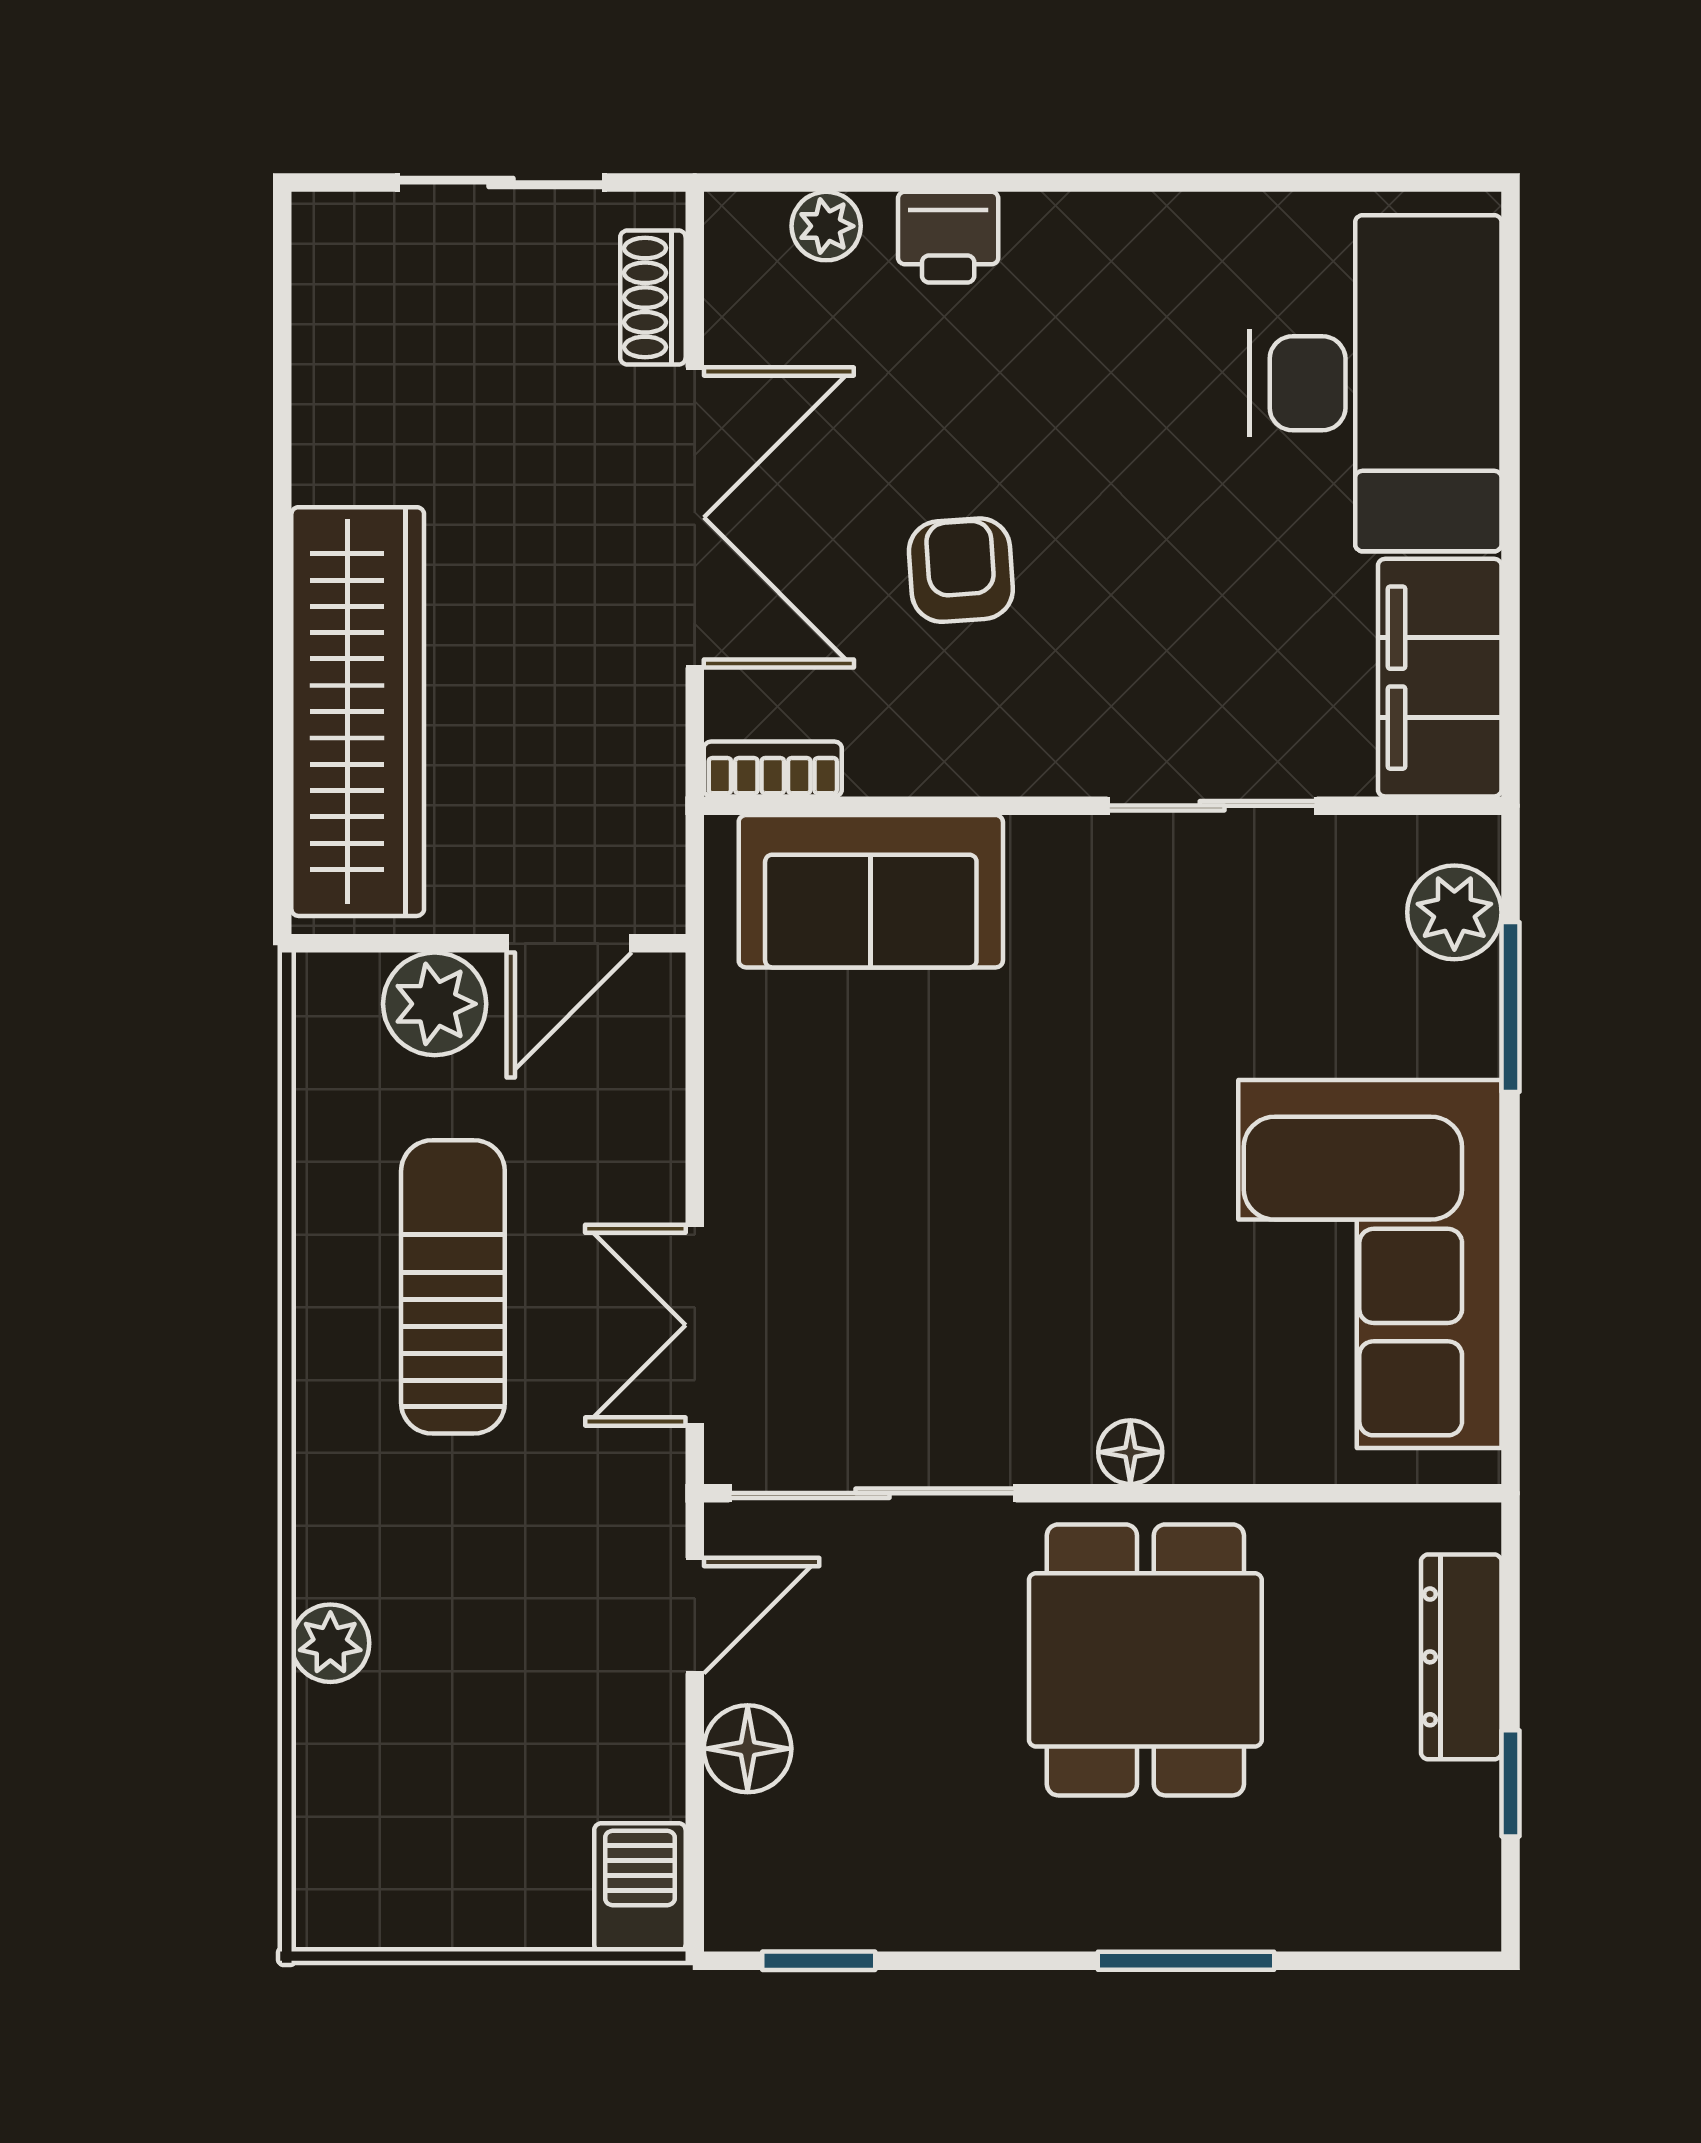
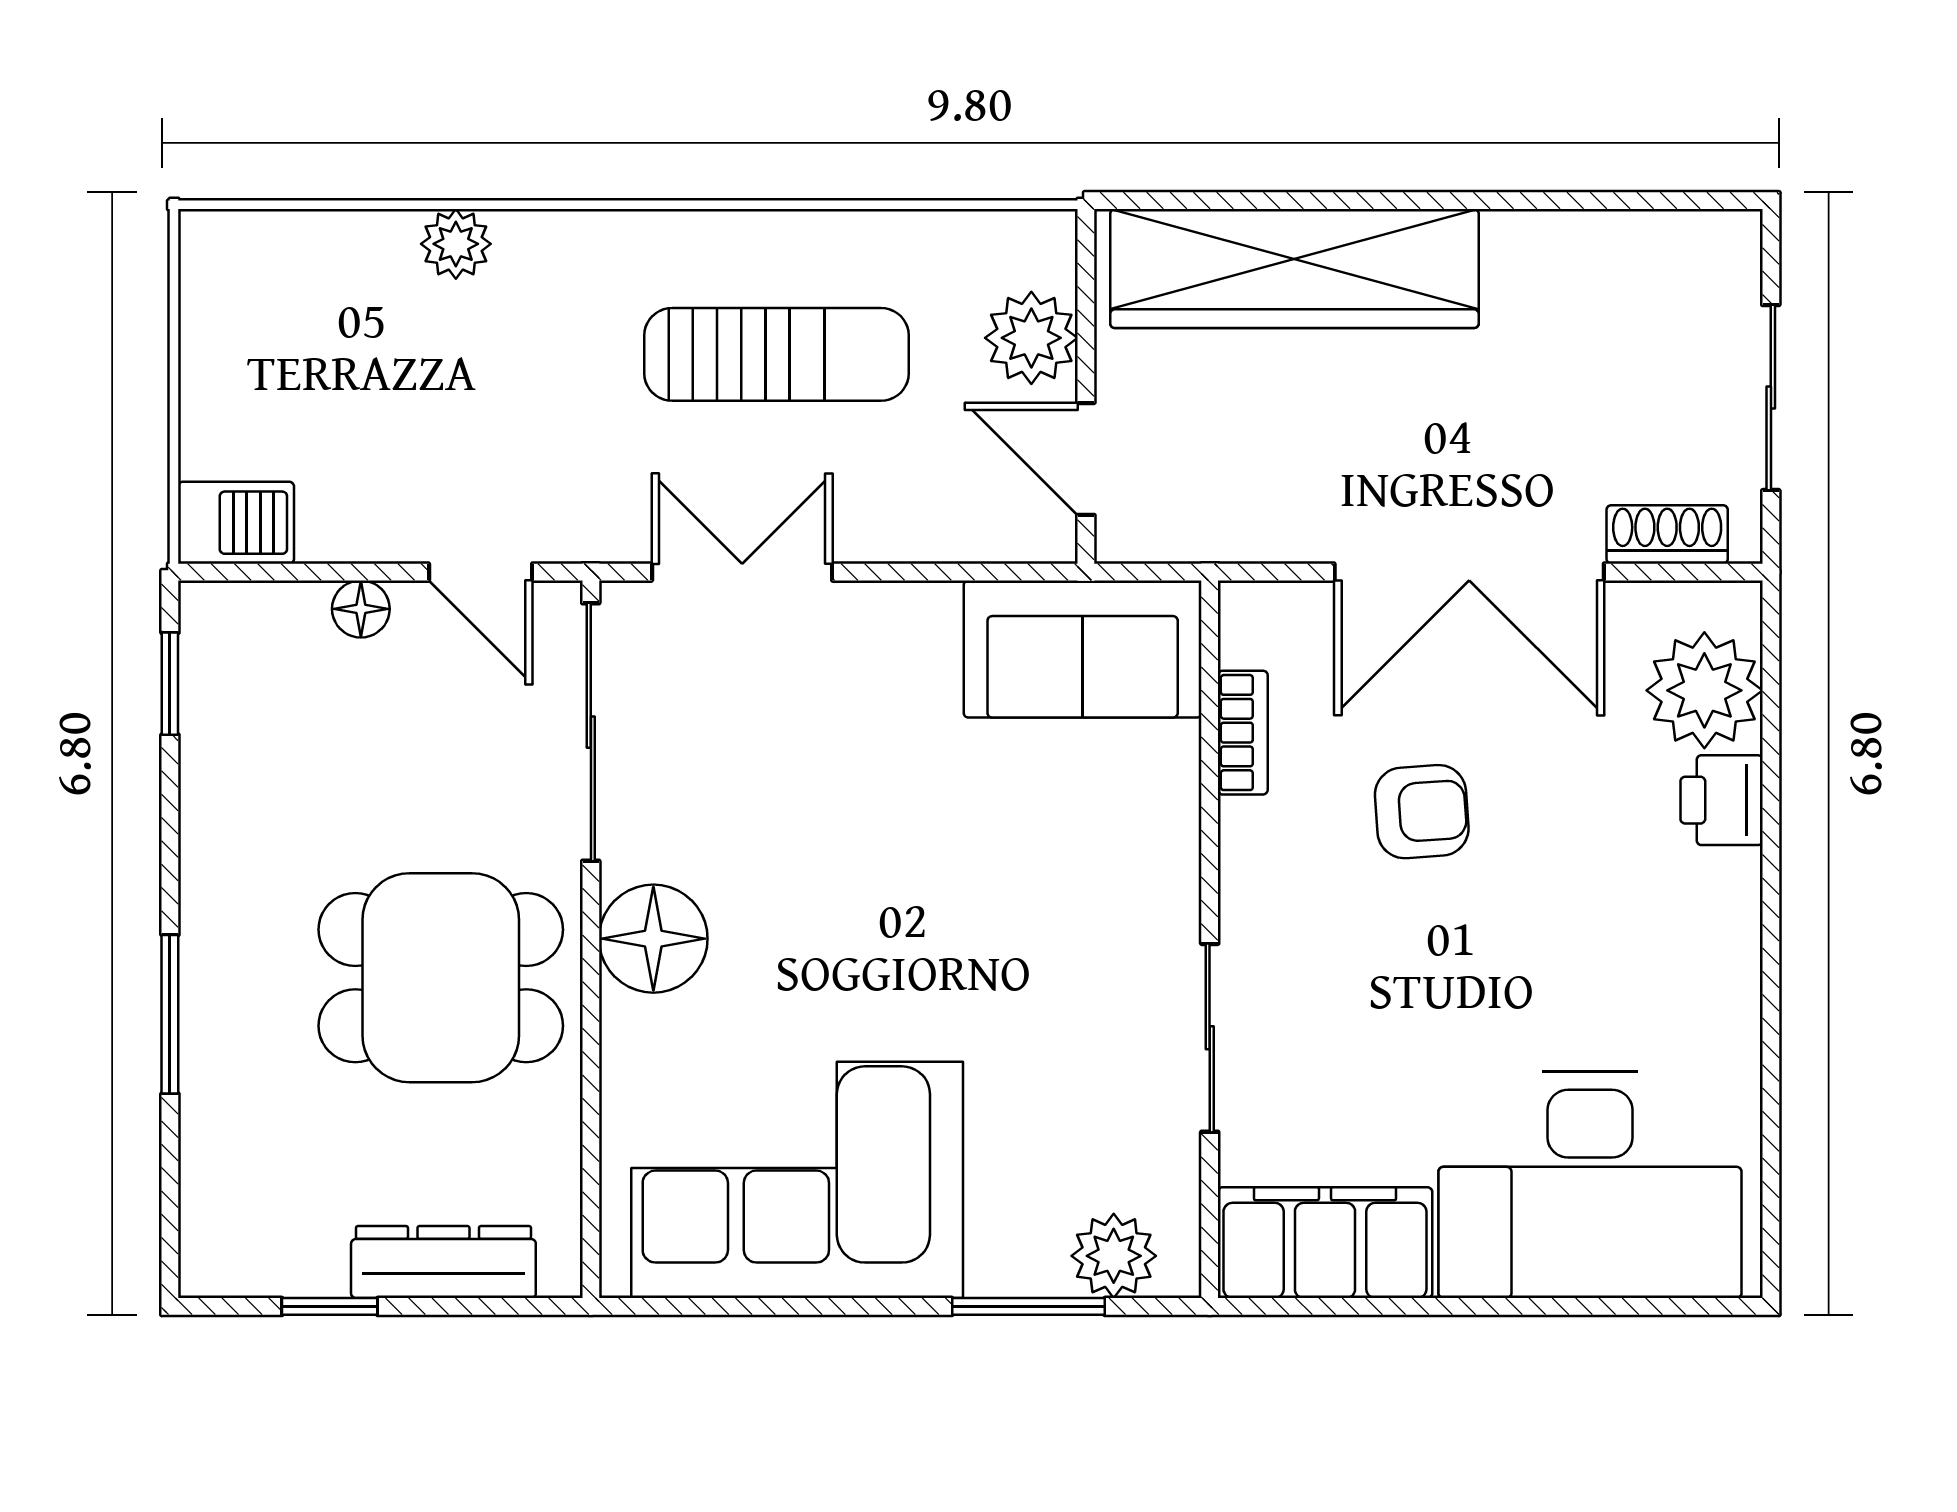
plant: (826, 226) -> (1704, 690), width x1.87, depth x1.87
bookcase: (773, 769) -> (1243, 733), moved
sofa: (871, 891) -> (1083, 649), moved, turned -90
floor lamp: (1130, 1452) -> (653, 939), width x1.89, depth x1.89
floor lamp: (748, 1749) -> (361, 609), width x0.73, depth x0.73

